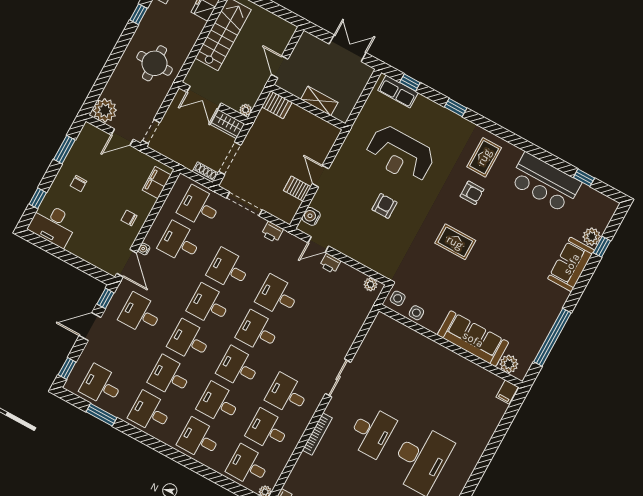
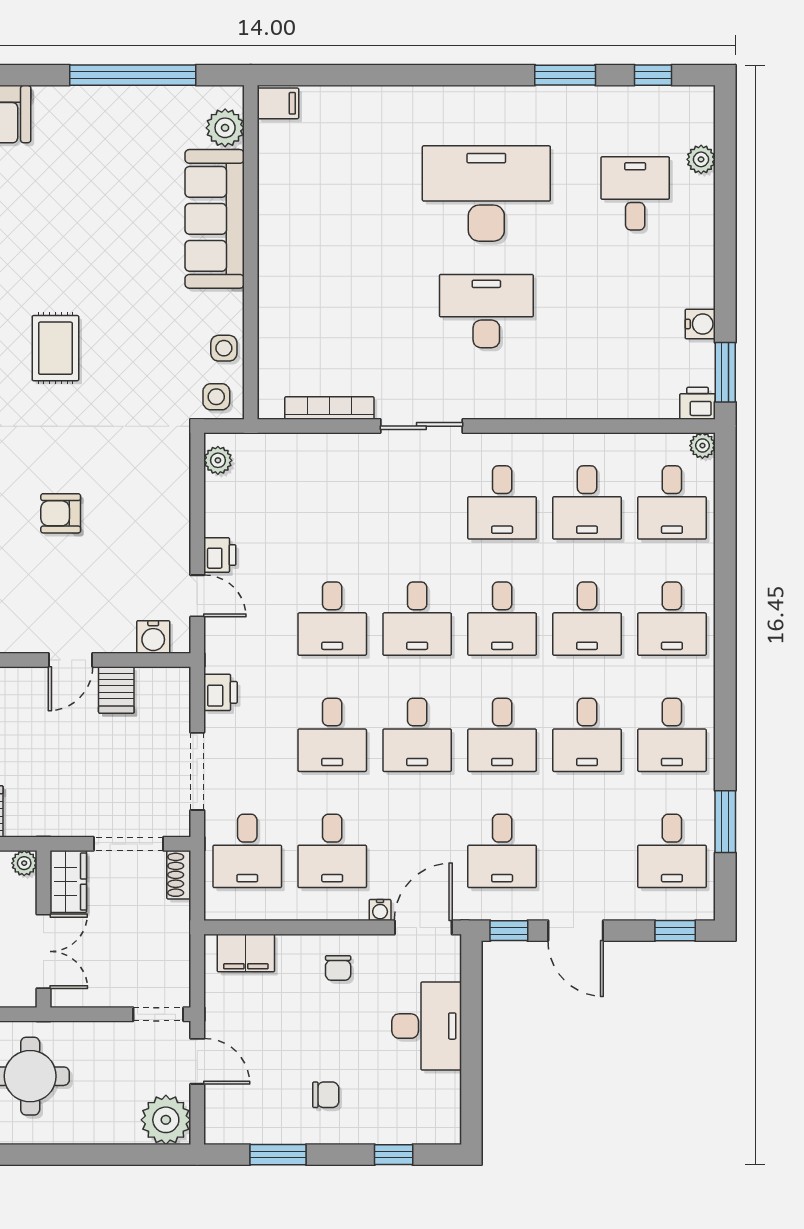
desk: (53, 225) -> (427, 1026), moved
bookcase: (317, 434) -> (329, 408), moved

